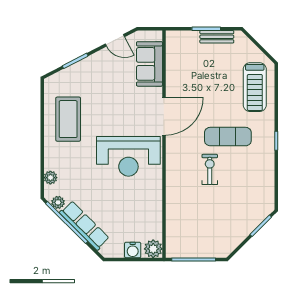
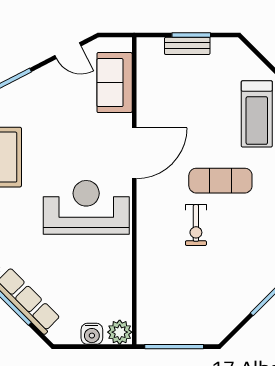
bench: (217, 37) -> (187, 46), moved
reception desk: (128, 156) -> (86, 207), turned 180
exercise bike: (210, 169) -> (196, 225), turned 180

